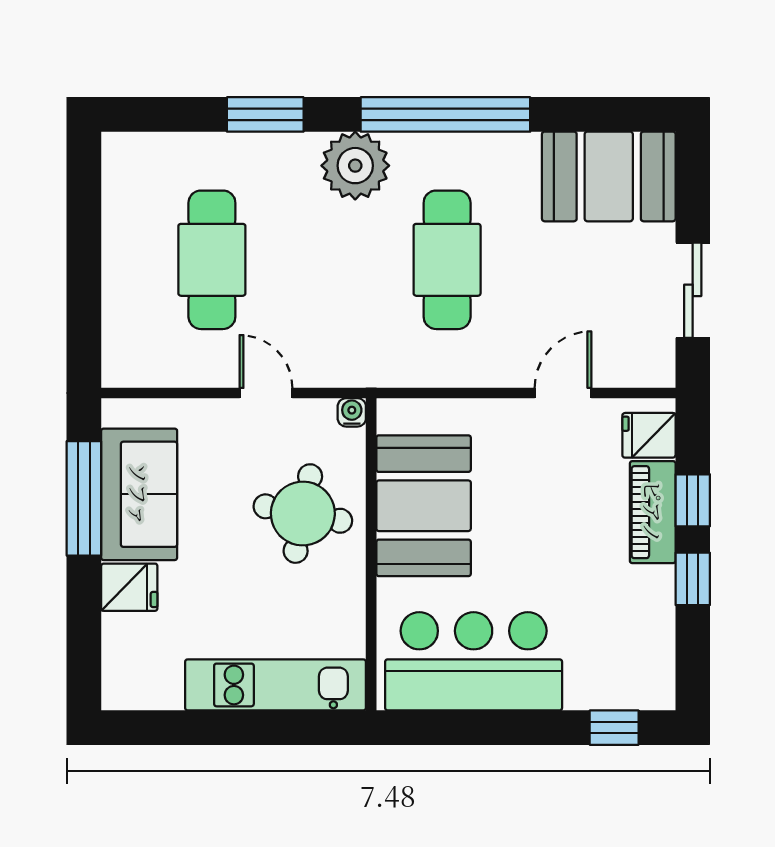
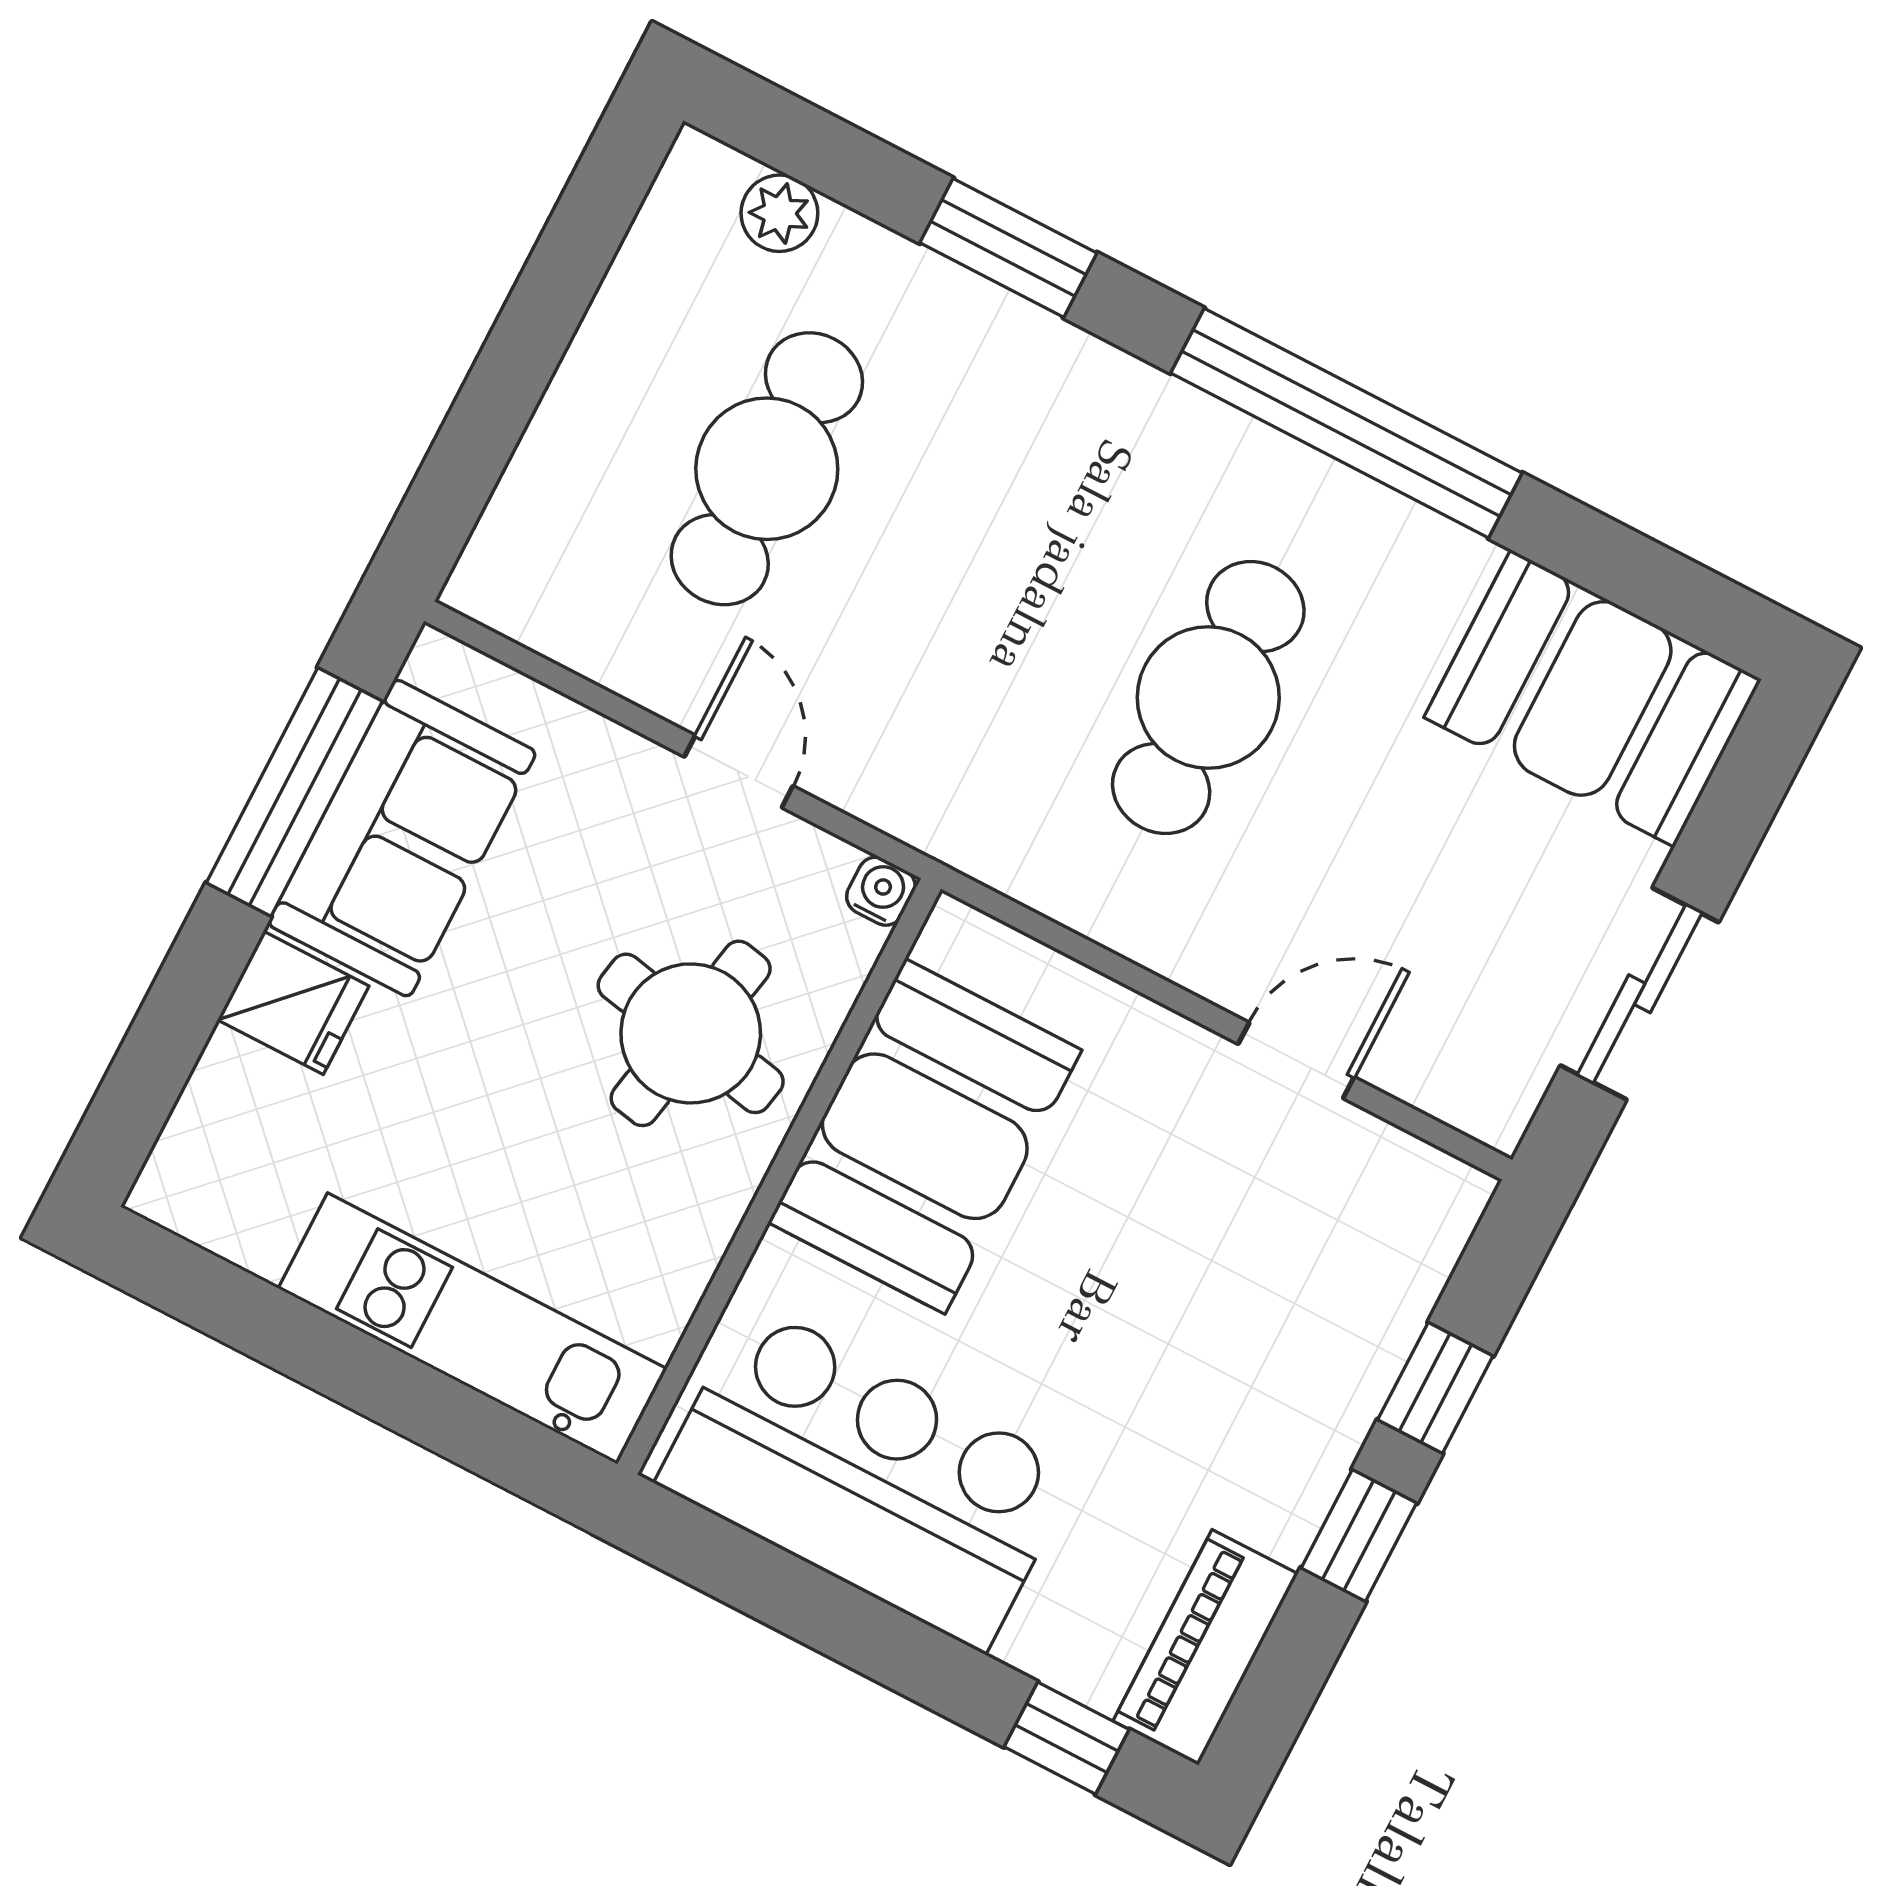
plant: (355, 166) -> (779, 213), moved, width x0.53, depth x0.53
fridge: (649, 435) -> (1416, 1223), removed
piano: (653, 512) -> (1205, 1647), moved

